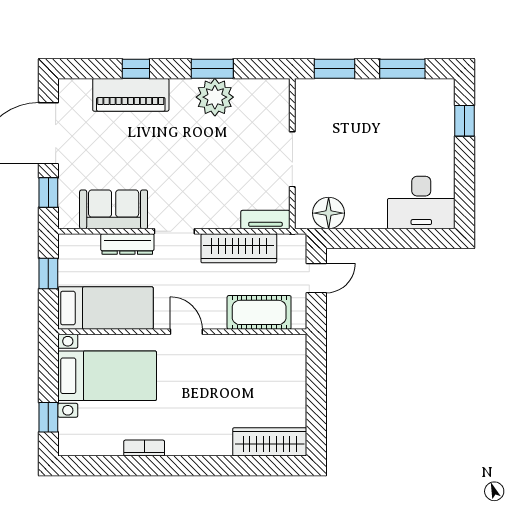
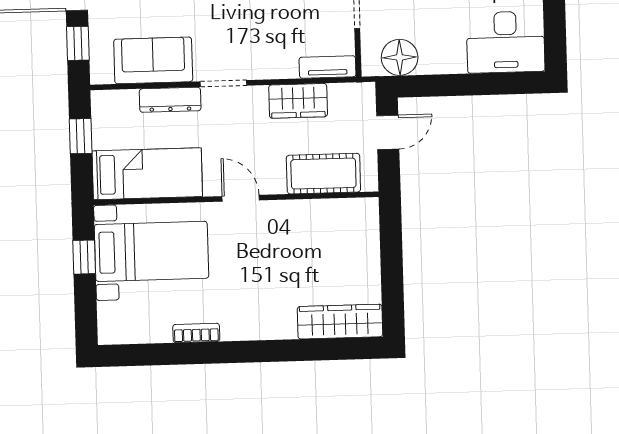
wardrobe: (239, 248) -> (298, 101), width x0.67
window: (48, 417) -> (84, 257), moved

